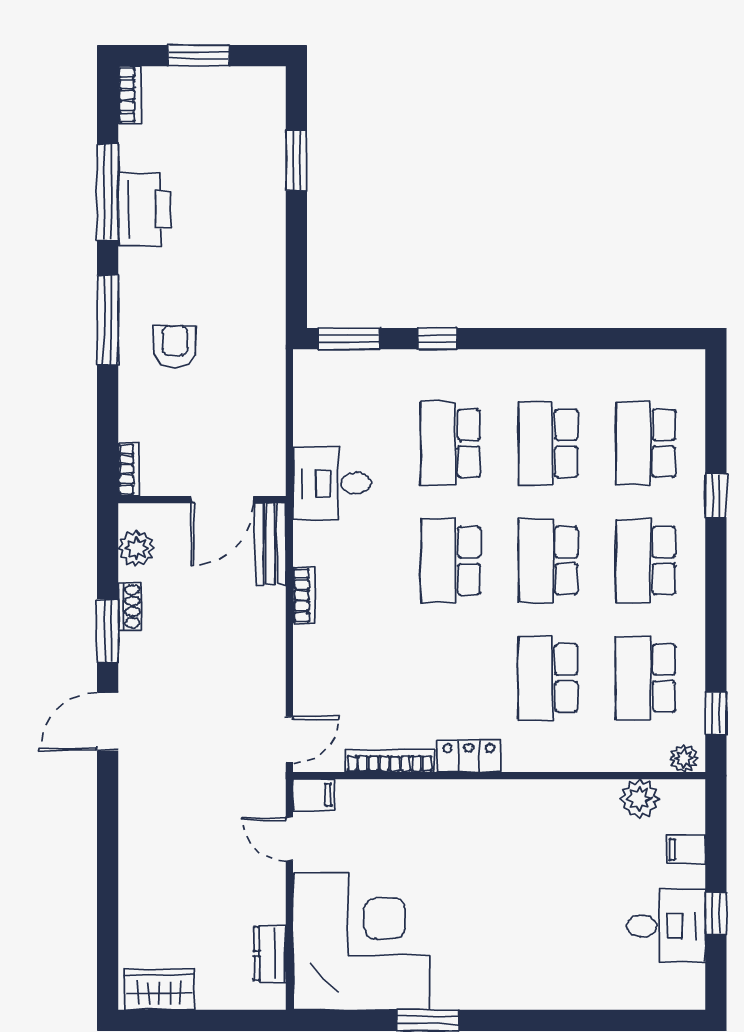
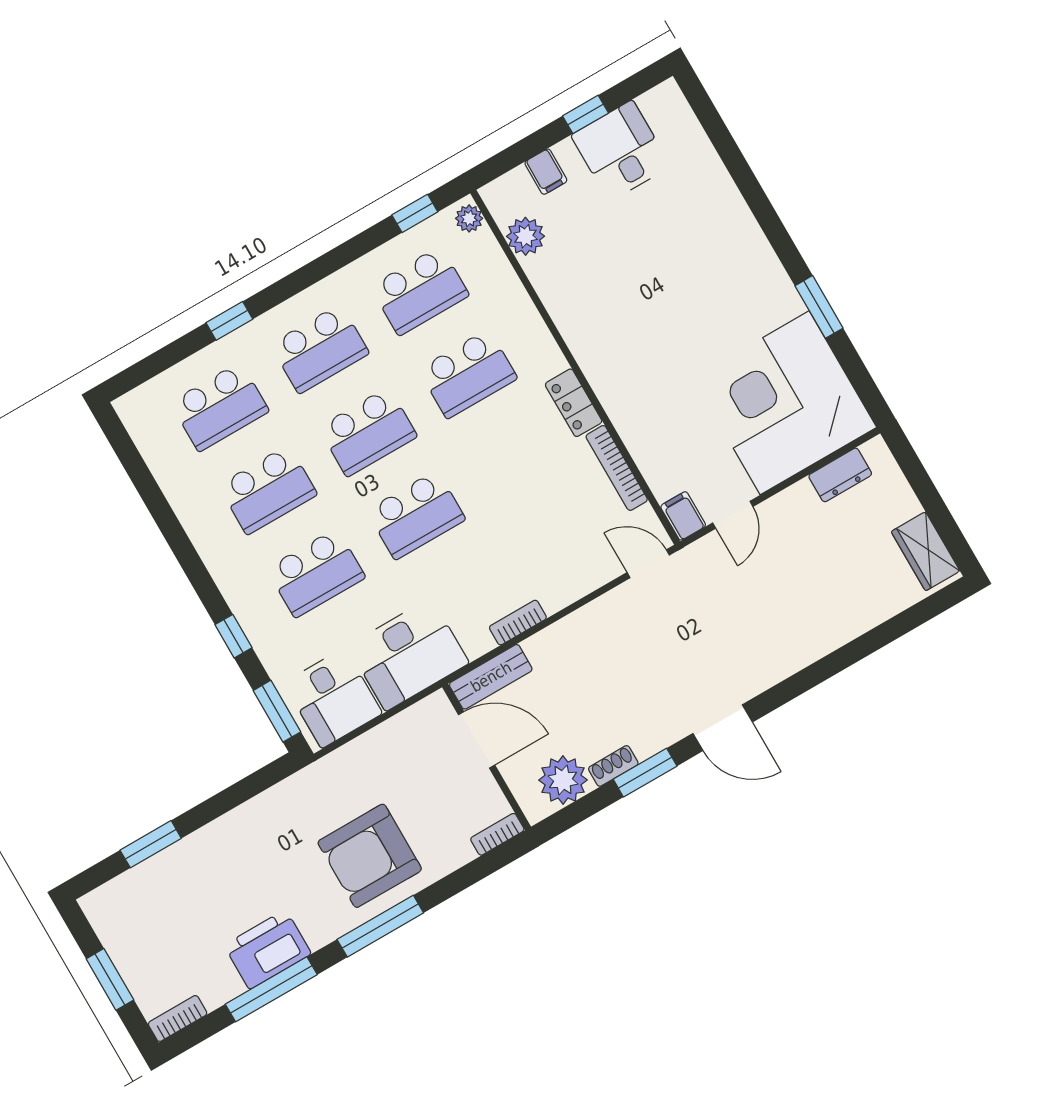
armchair: (175, 346) -> (370, 856), width x1.88, depth x1.88
desk: (332, 395) -> (333, 698), added
desk: (332, 483) -> (408, 654), width x1.37
plant: (136, 548) -> (563, 780), width x1.36, depth x1.36

